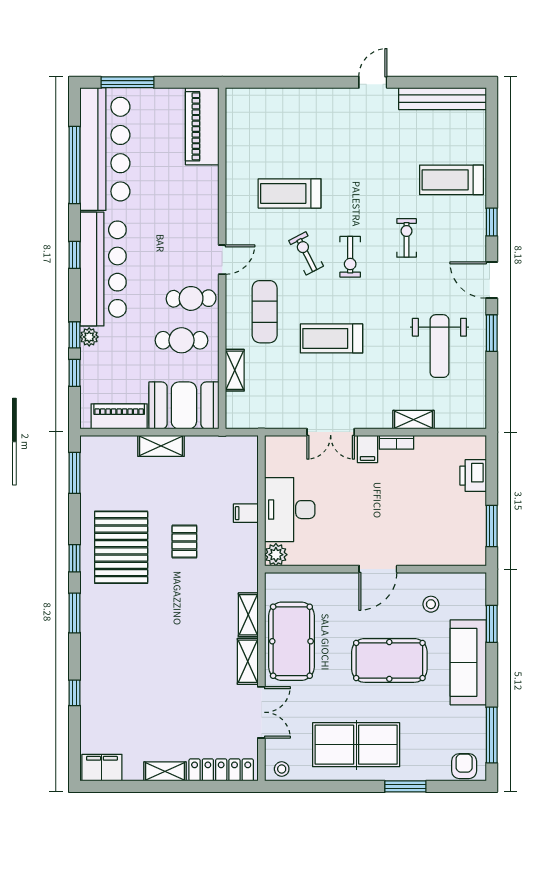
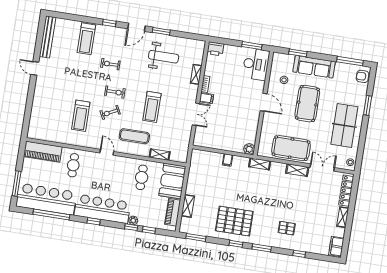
cafe table: (191, 298) -> (73, 165), moved
shelving: (161, 446) -> (188, 206), moved
printer: (473, 476) -> (215, 49), moved
desk: (290, 510) -> (256, 64), moved, turned -90
pallet: (184, 541) -> (287, 228), moved
shelving: (248, 615) -> (260, 164), moved

